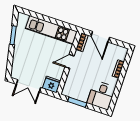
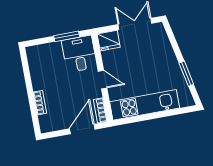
door: (100, 37) -> (82, 129), hinge flipped
door: (70, 61) -> (103, 80), hinge flipped
desk: (101, 95) -> (79, 54), moved

